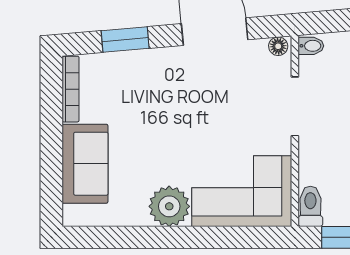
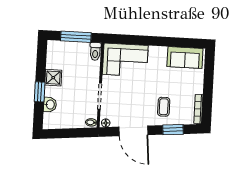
coffee table: (149, 90) -> (164, 107), added
sofa: (85, 164) -> (185, 57), moved, turned -90
plant: (169, 206) -> (158, 55), removed

